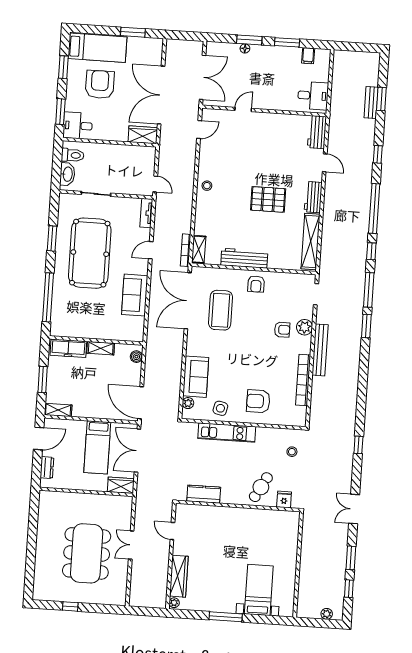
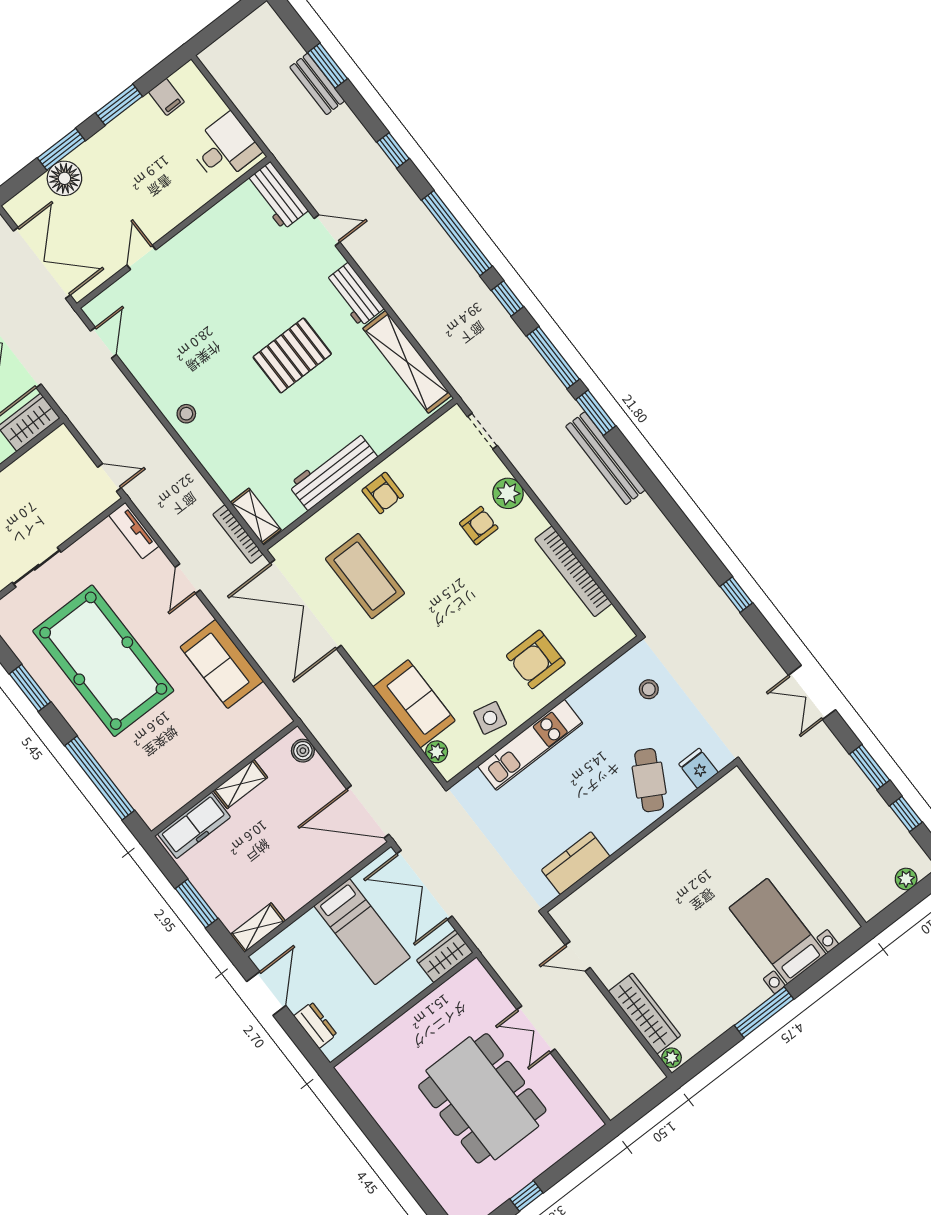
floor lamp: (245, 48) -> (64, 178), width x1.89, depth x1.89
bench: (320, 350) -> (605, 458), moved

